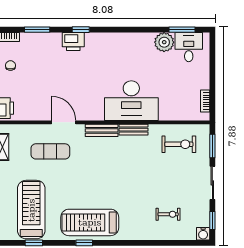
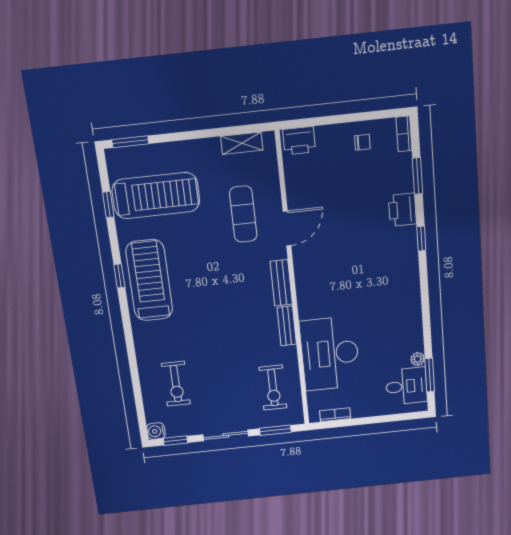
printer: (73, 42) -> (402, 210), moved
plant: (164, 42) -> (418, 359), width x0.53, depth x0.53
desk: (131, 101) -> (330, 354), moved
exercise bike: (168, 214) -> (176, 384), width x1.38, depth x1.39

